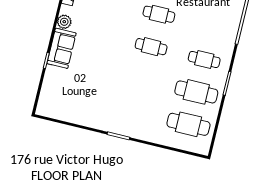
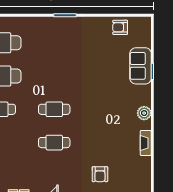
sofa: (62, 48) -> (141, 66), moved
armchair: (67, 111) -> (120, 27), added

